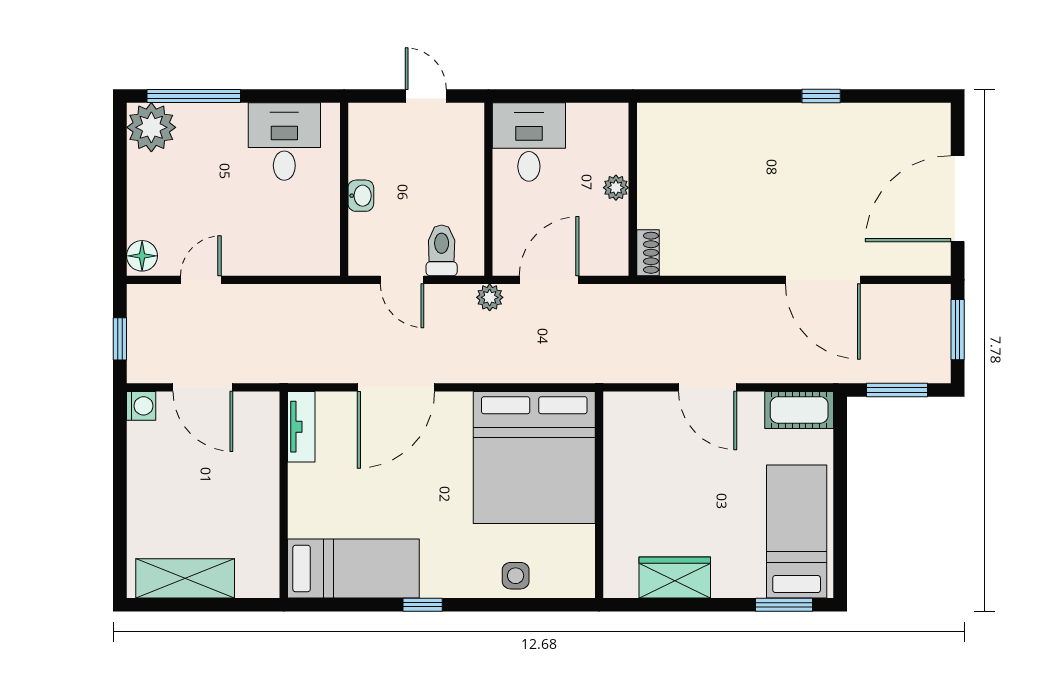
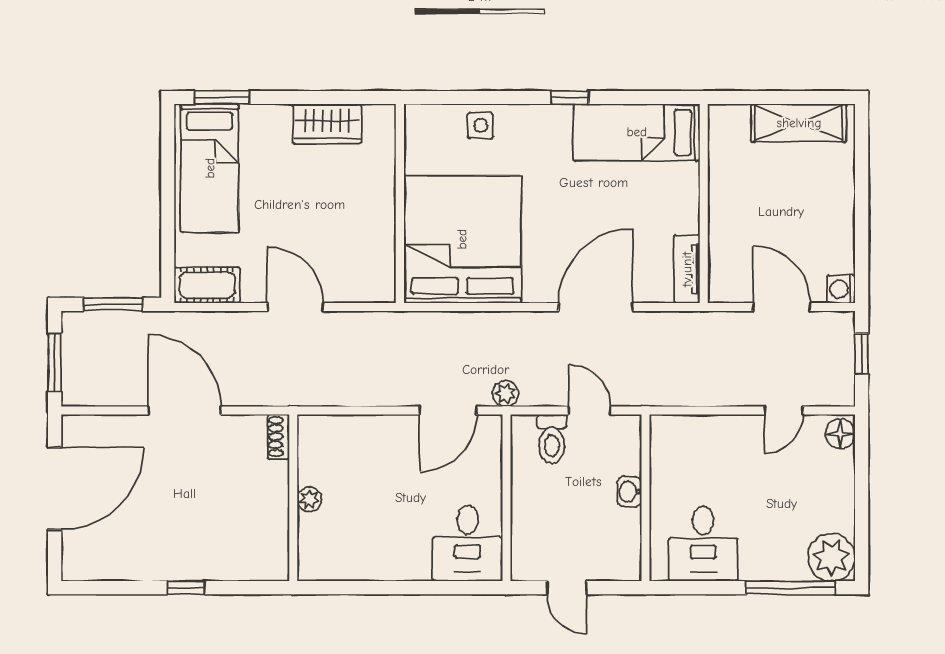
plant: (616, 188) -> (309, 499), moved
wall: (633, 189) -> (293, 498), moved
shoe rack: (648, 253) -> (278, 437), moved

